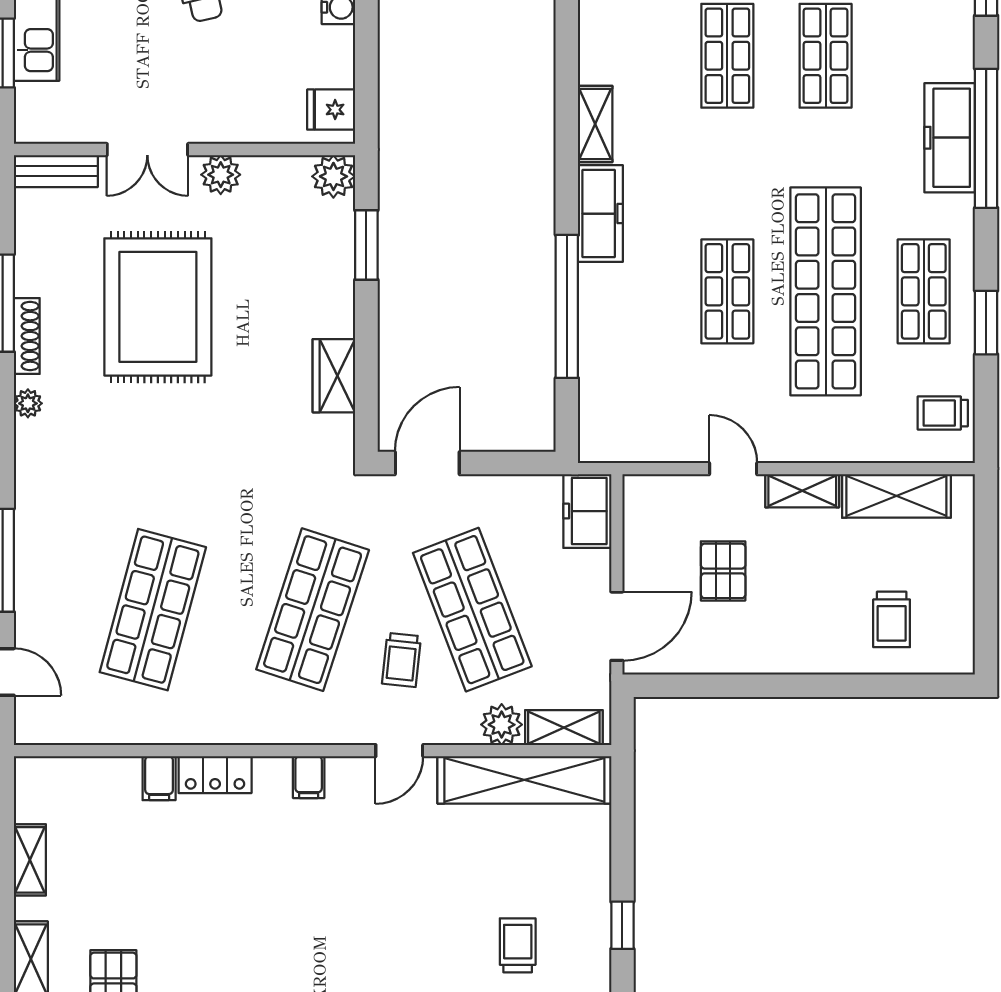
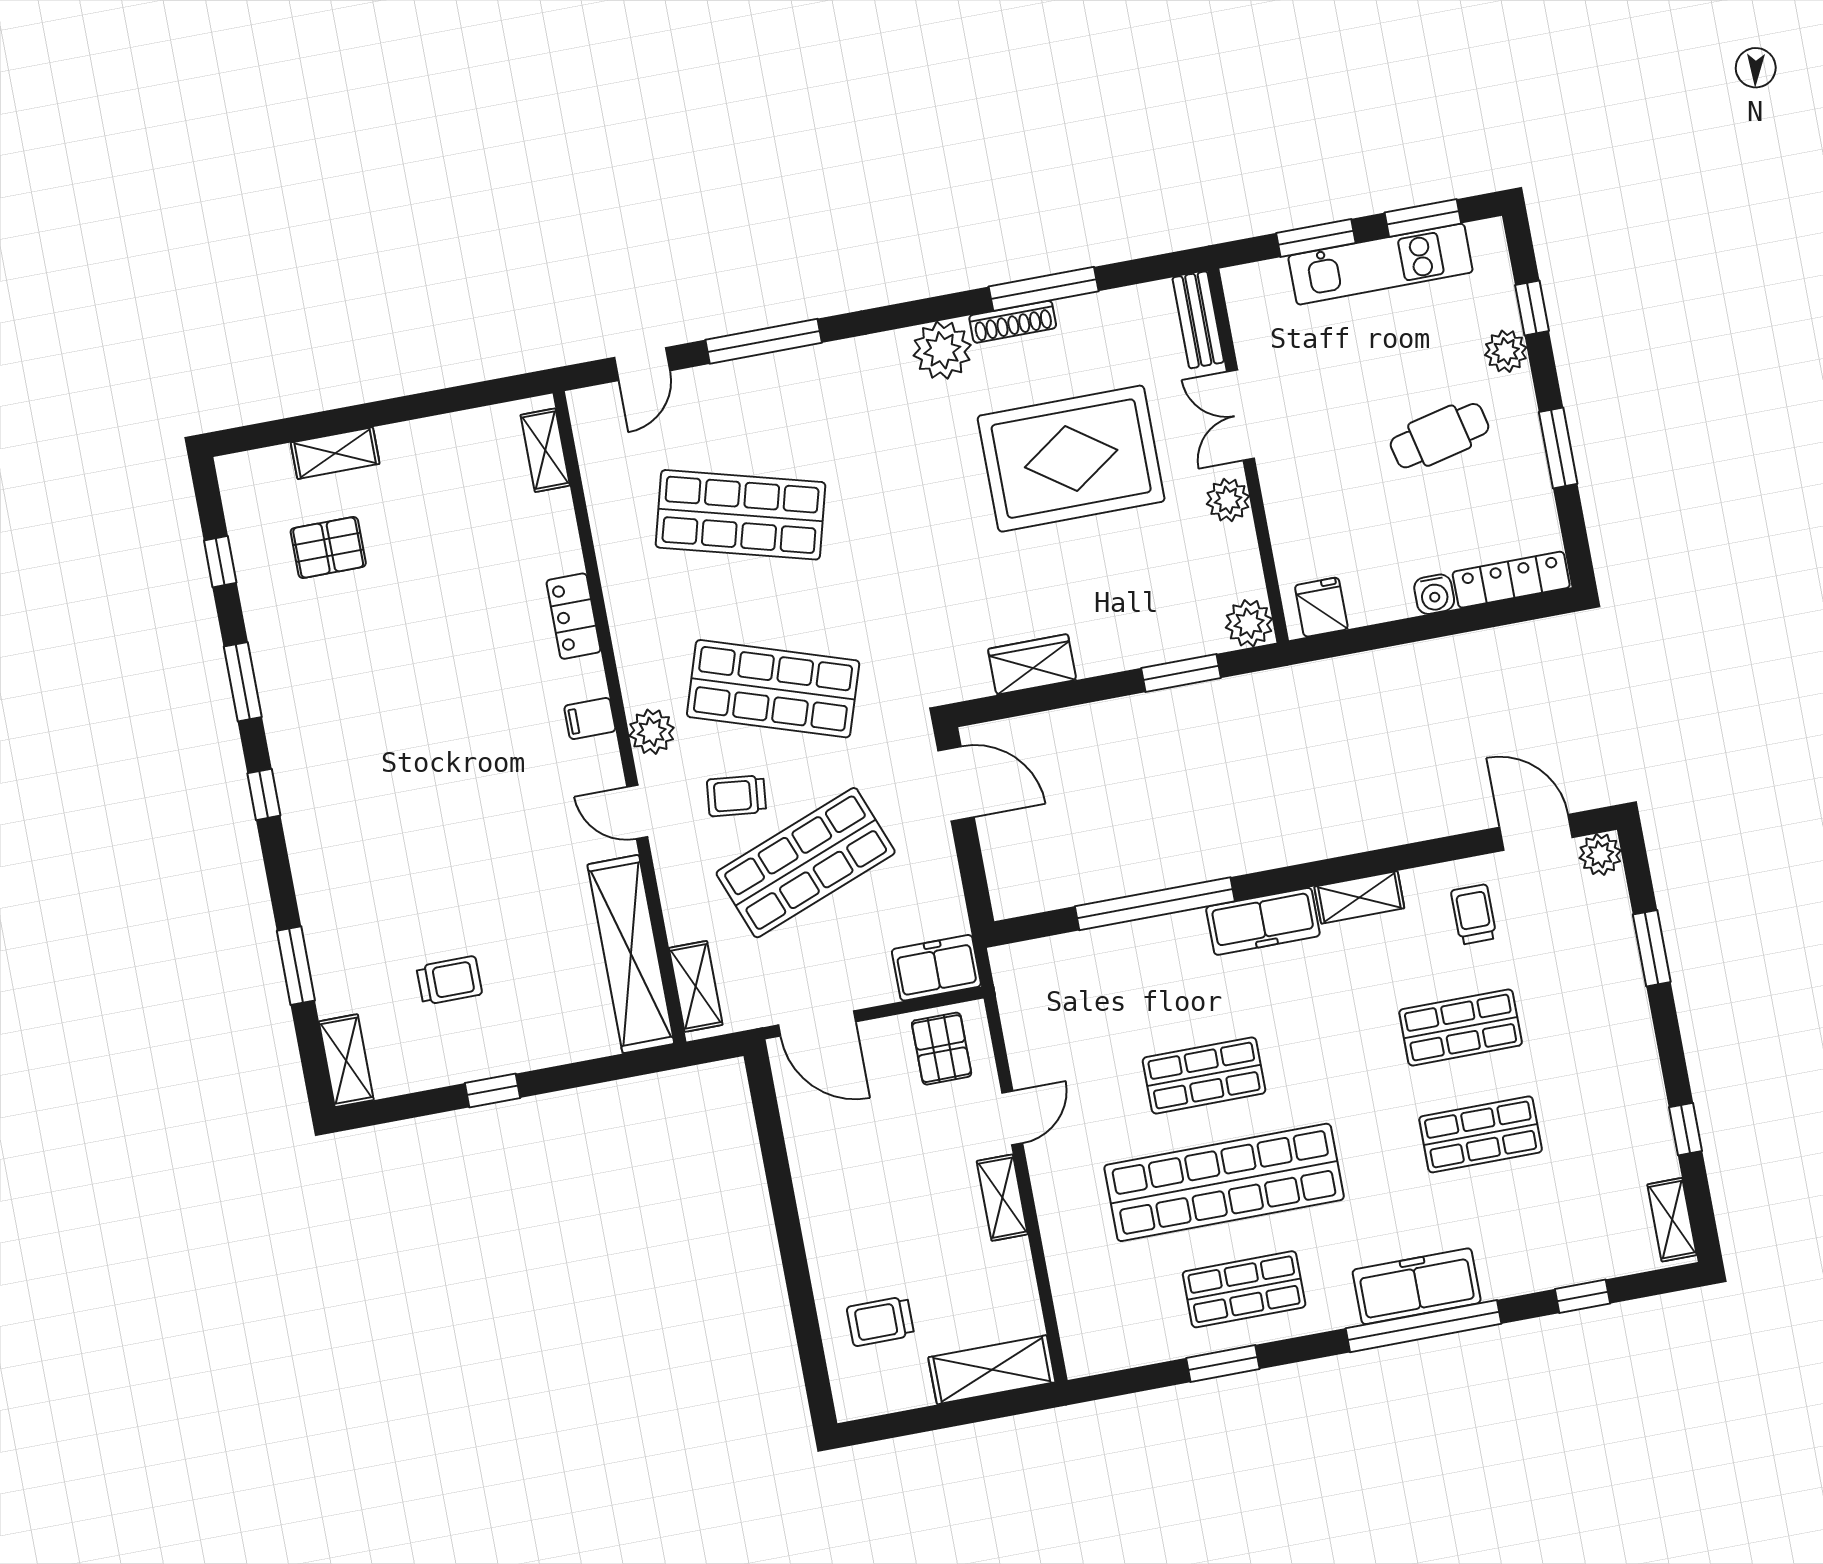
plant: (28, 403) -> (942, 350), width x1.87, depth x1.87
trolley: (943, 413) -> (1474, 914), moved
shelving: (896, 496) -> (992, 1370), moved, turned 90
pallet: (723, 571) -> (942, 1049), moved, turned 90
plant: (502, 725) -> (652, 732), moved
filing cabinet: (159, 778) -> (558, 556), removed
shelving: (30, 860) -> (545, 450), moved, turned 90

